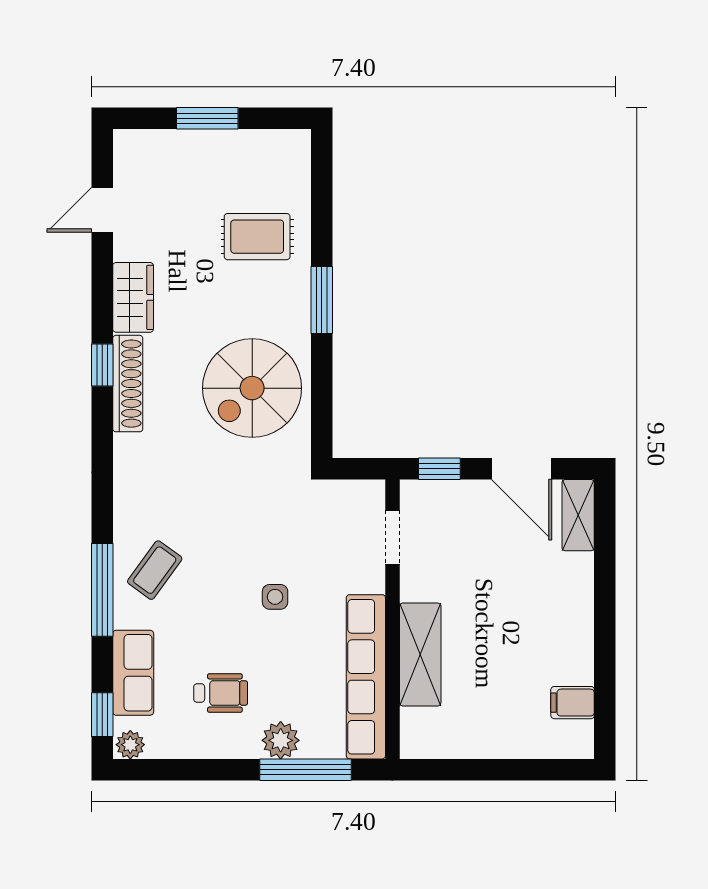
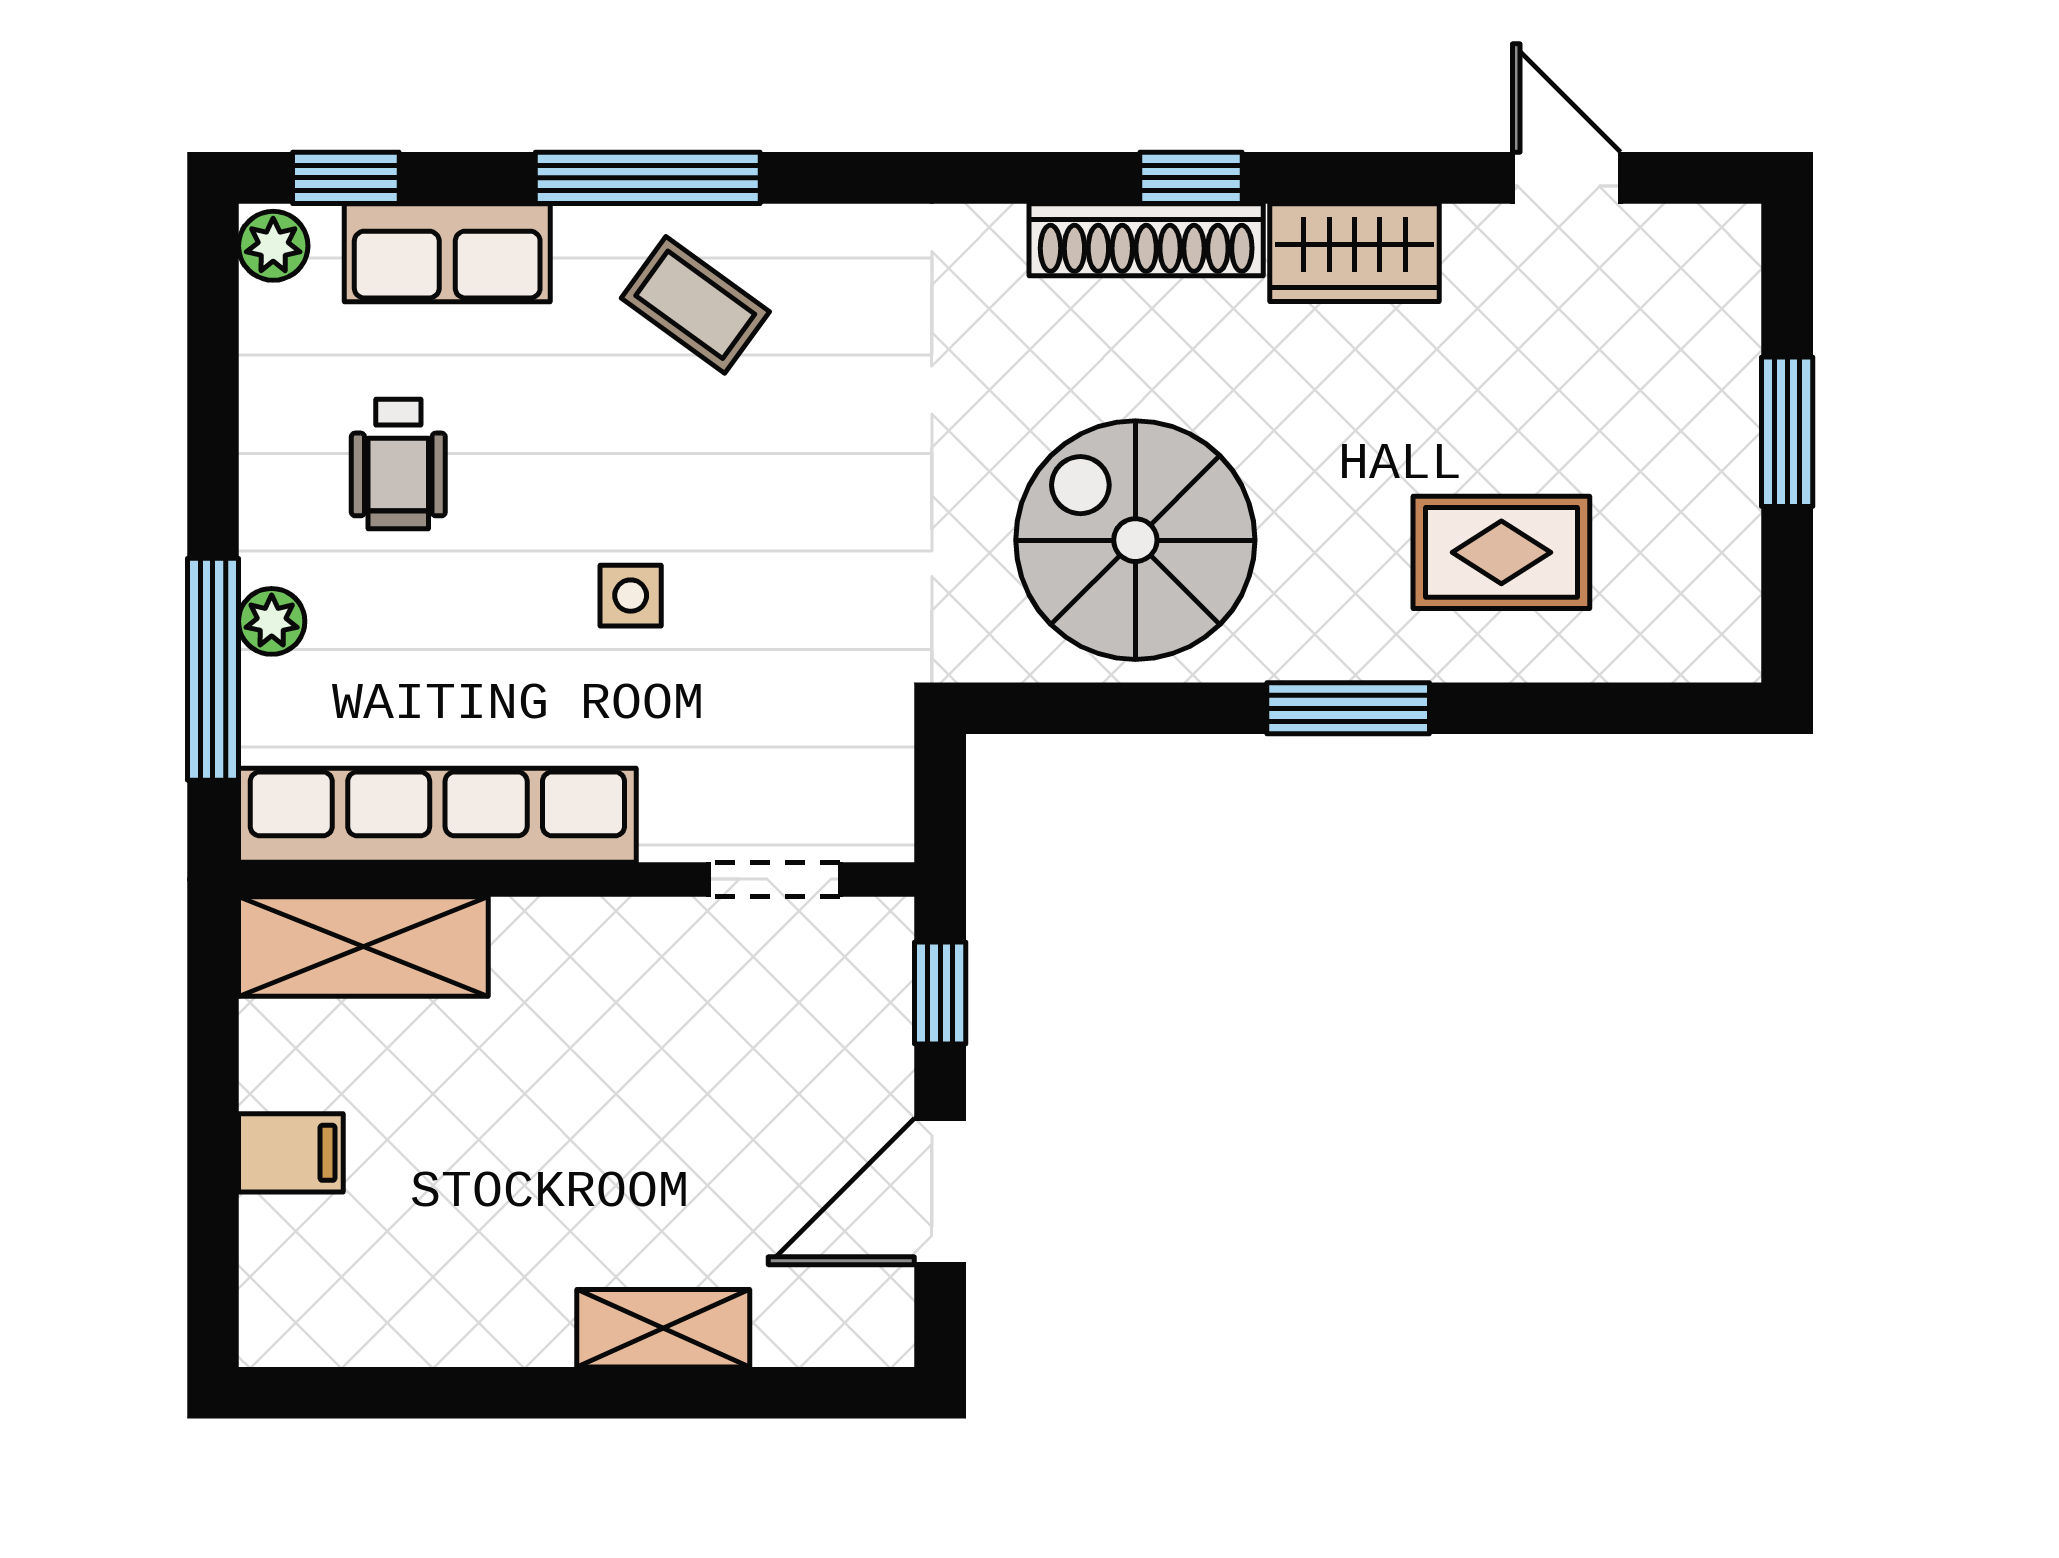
rug: (257, 237) -> (1501, 552), turned 90
shelving: (578, 515) -> (663, 1328), moved
shelving: (420, 654) -> (363, 946), moved
filing cabinet: (573, 703) -> (291, 1153), moved, turned 90
plant: (281, 740) -> (272, 621), width x0.73, depth x0.73

